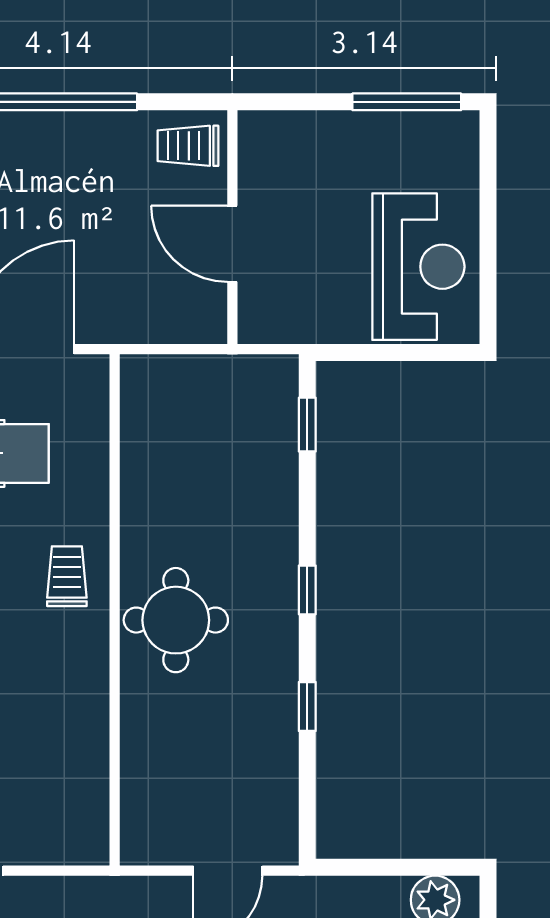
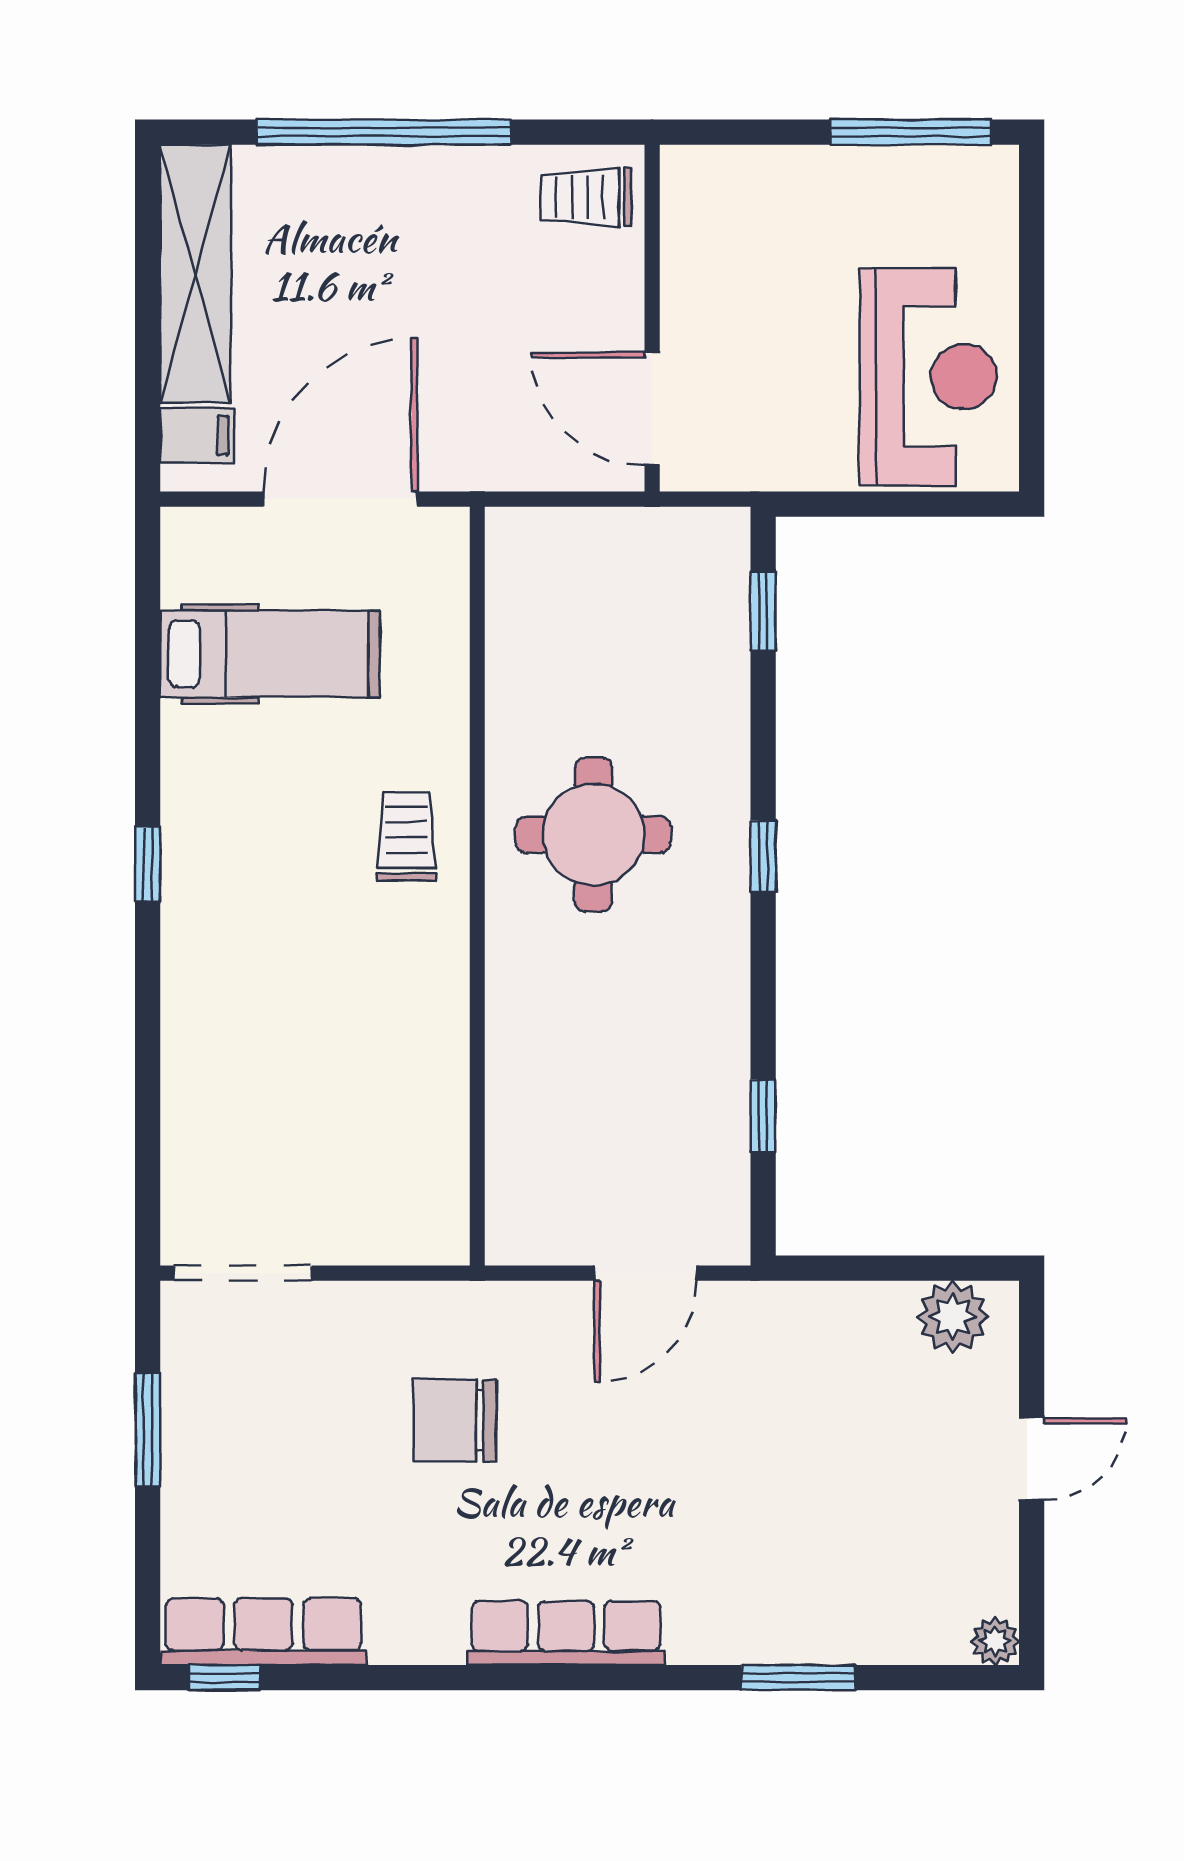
door: (232, 244) -> (652, 409), moved
round table: (176, 620) -> (593, 835), moved
window: (307, 706) -> (763, 1116), moved

